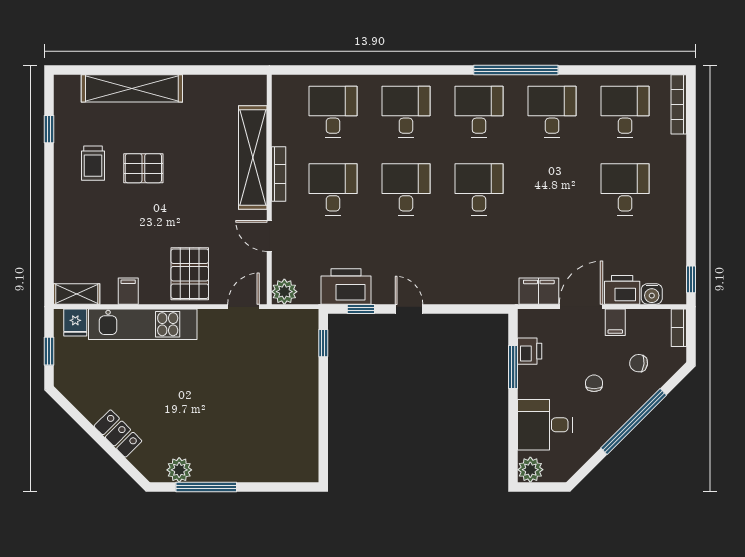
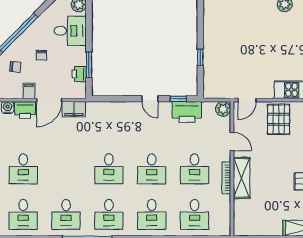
shelving: (253, 158) -> (242, 178), width x0.68
window: (323, 343) -> (200, 57), moved

